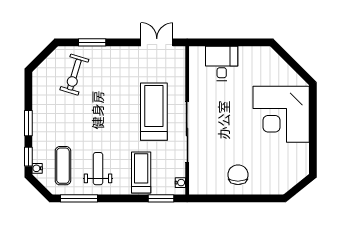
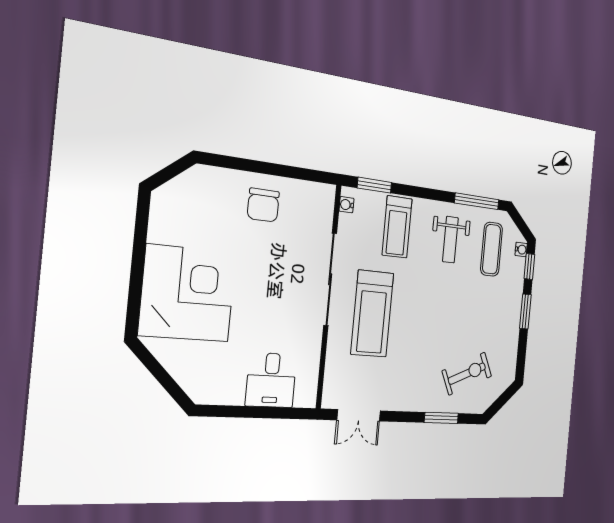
exercise bike: (74, 75) -> (467, 374), turned 49

